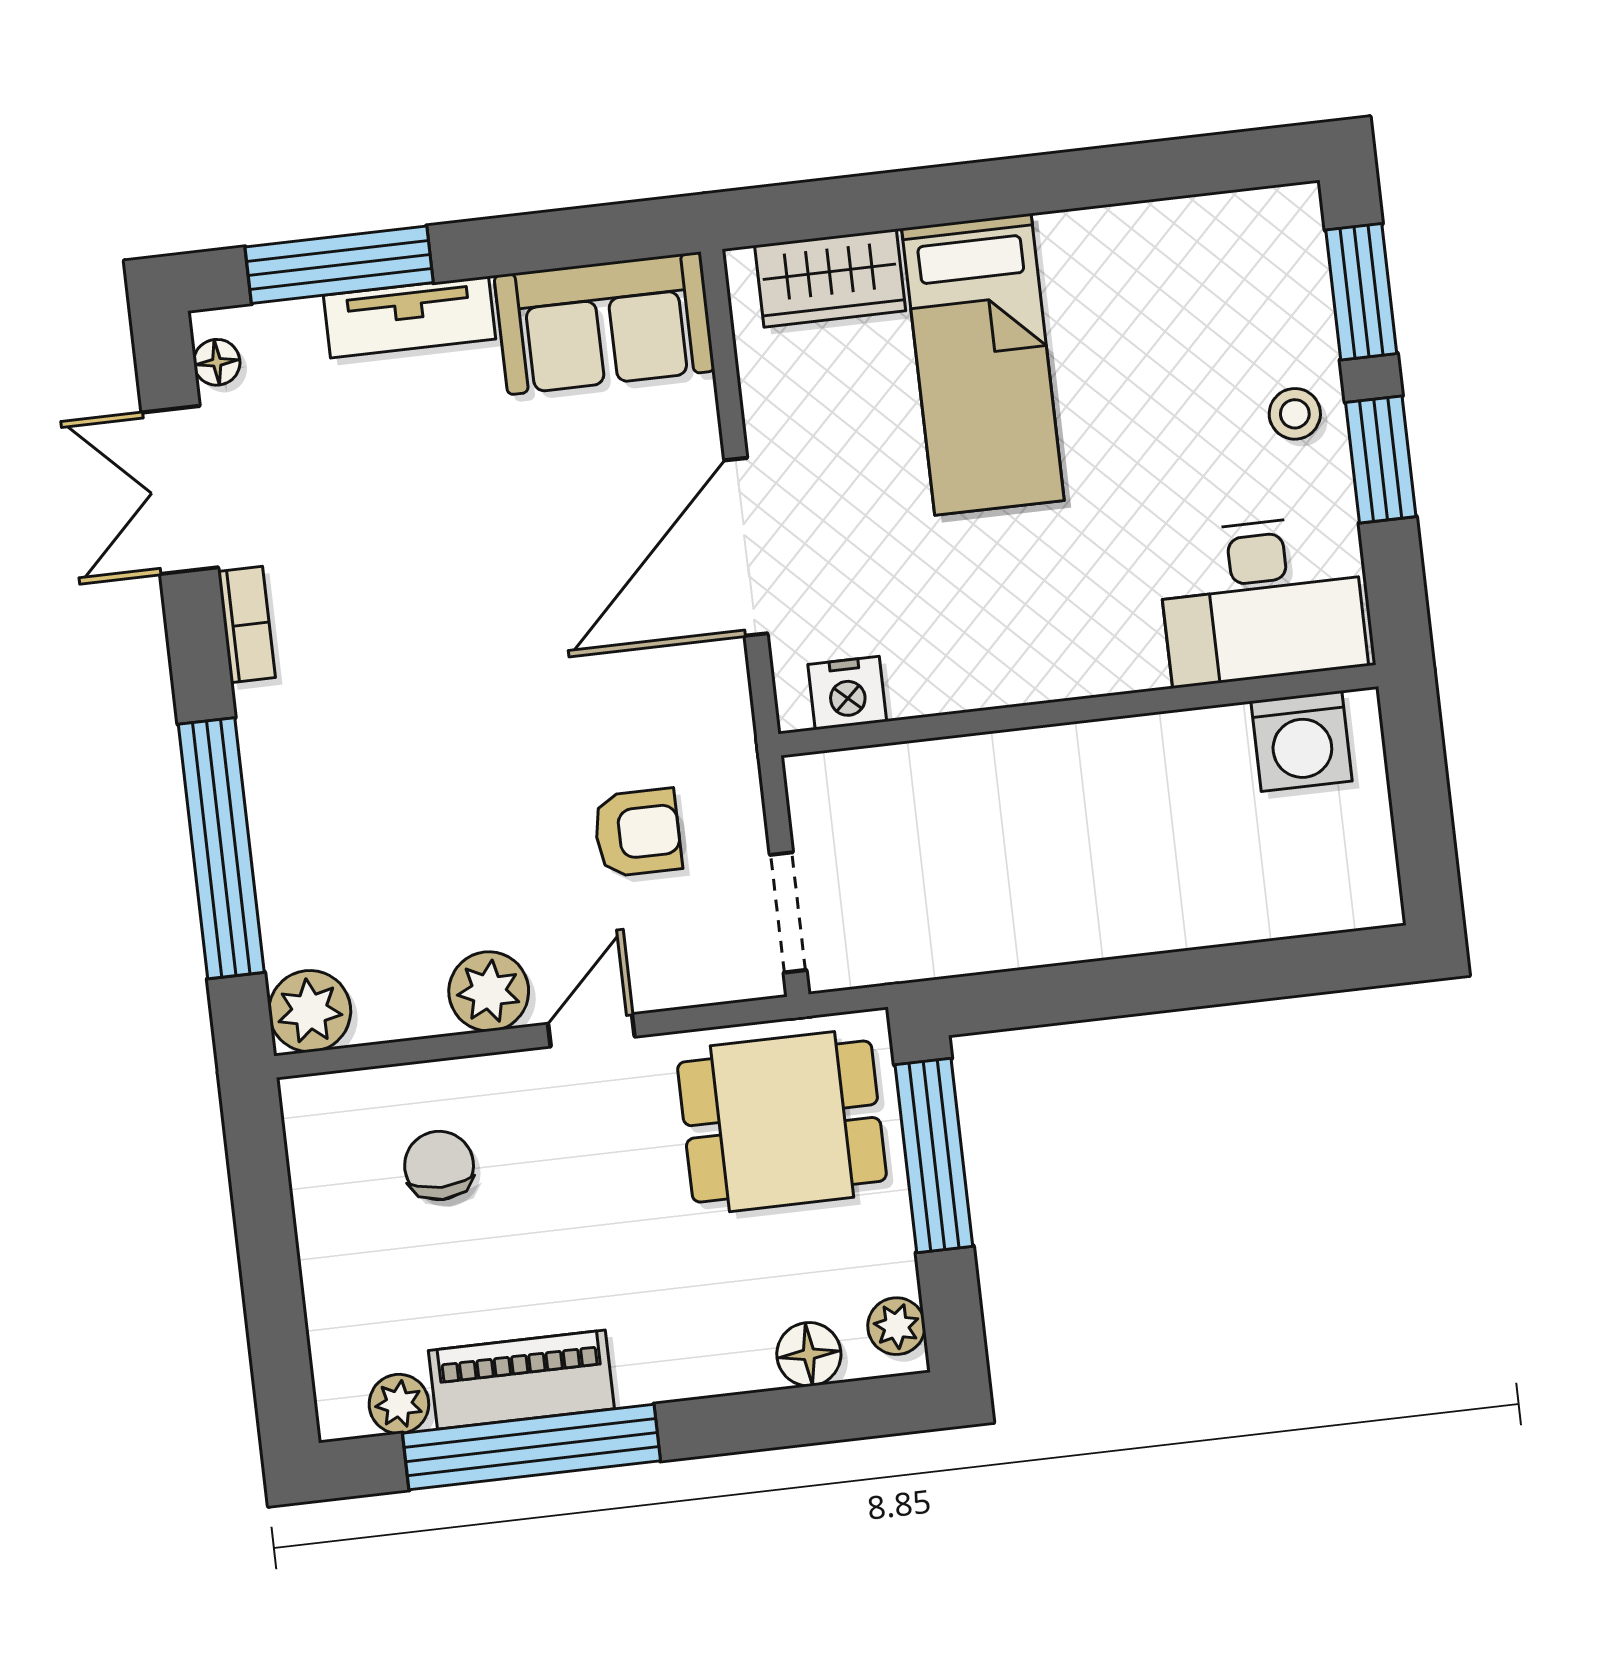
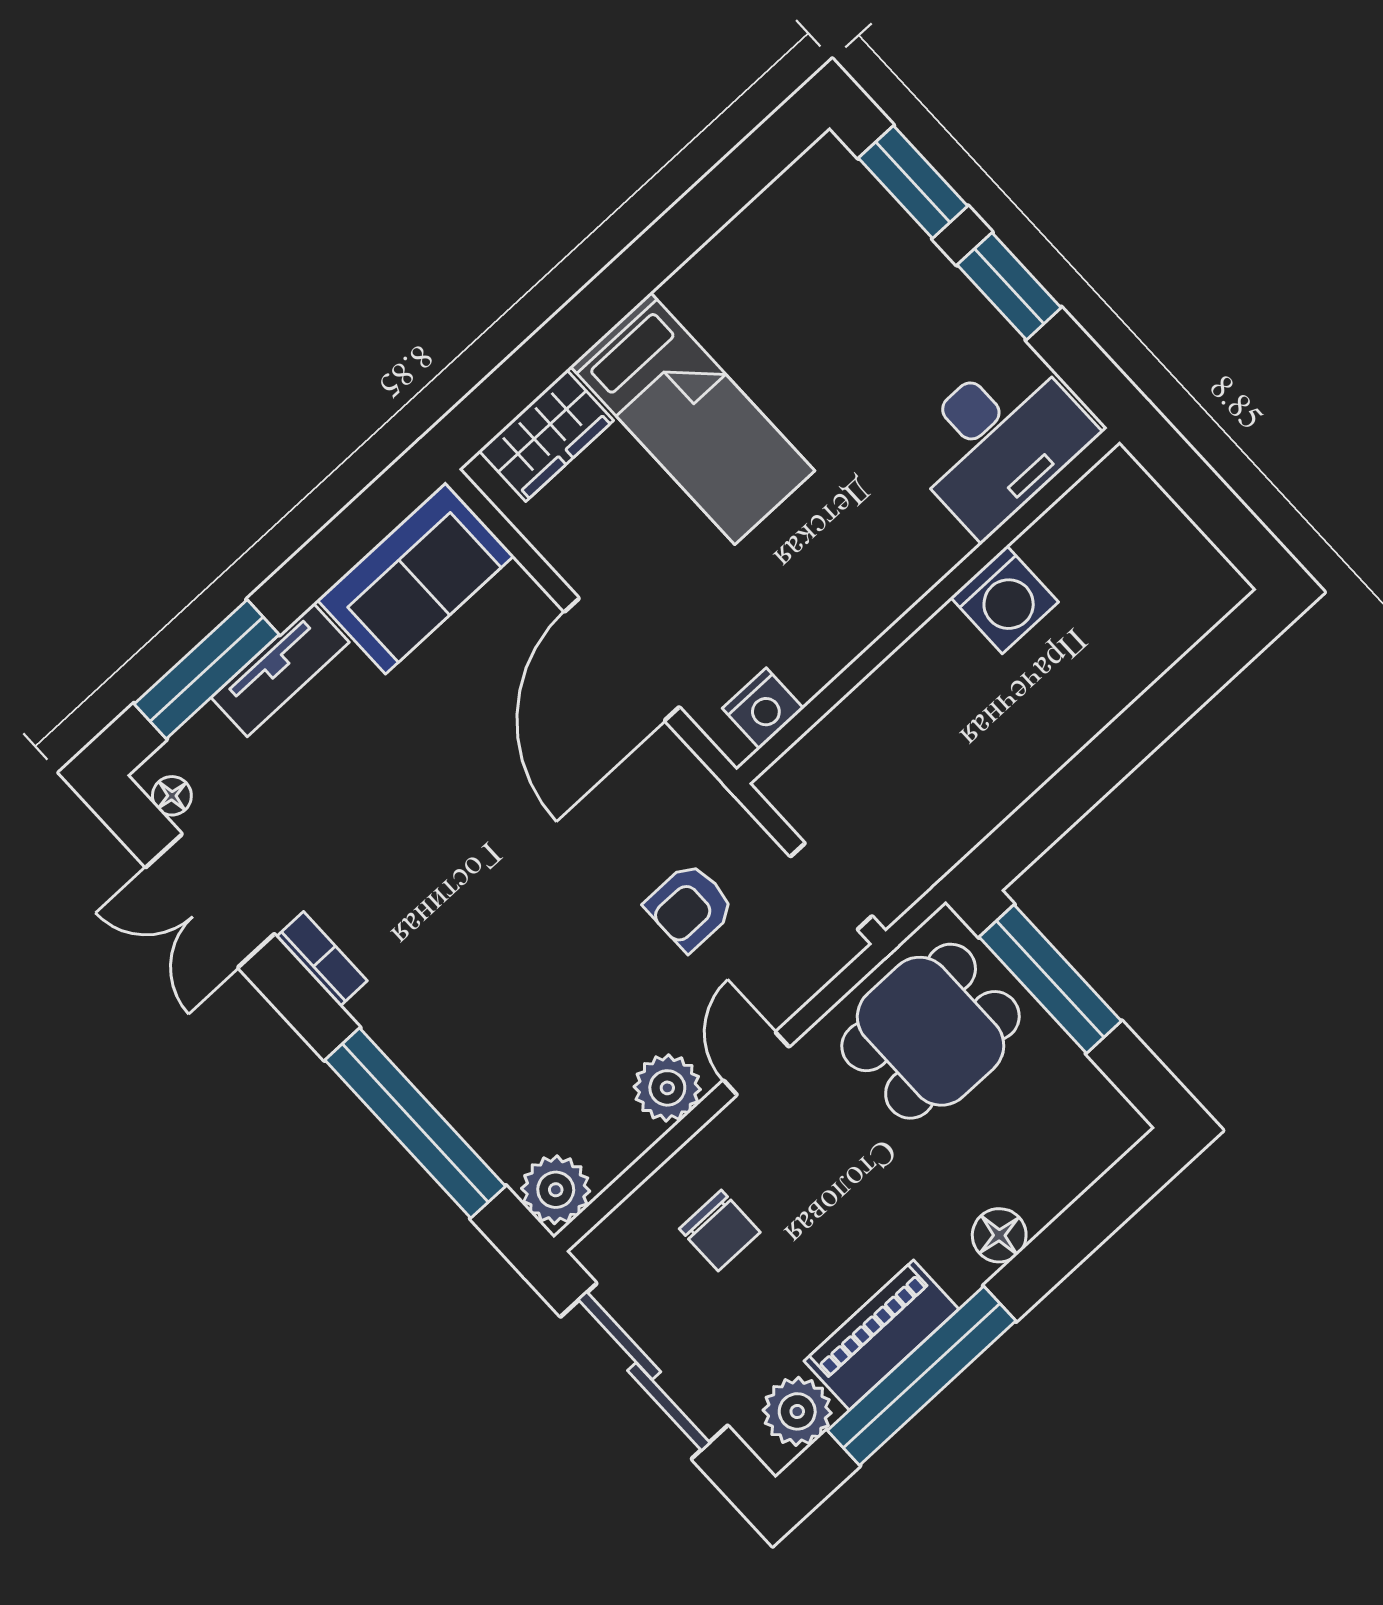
stool: (1295, 414) -> (928, 298), removed
washing machine: (1302, 741) -> (1004, 600), moved
armchair: (637, 833) -> (690, 907), turned 180
chair: (439, 1166) -> (720, 1231), turned 180
sliding door: (268, 1248) -> (644, 1371), added
plant: (896, 1326) -> (1109, 1113), removed
floor lamp: (809, 1354) -> (999, 1235), moved
plant: (399, 1404) -> (797, 1411), width x1.38, depth x1.38

